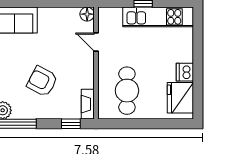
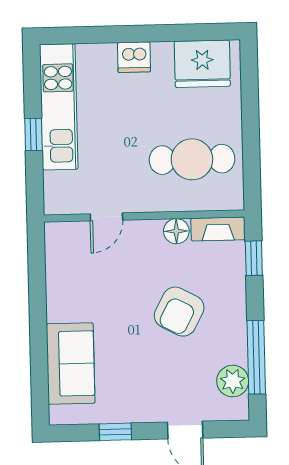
floor lamp: (87, 14) -> (176, 231), moved
dishwasher: (185, 72) -> (134, 57), moved

